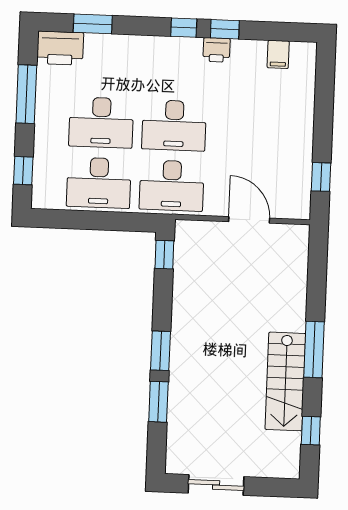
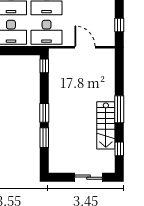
sliding door: (216, 485) -> (88, 177), moved

